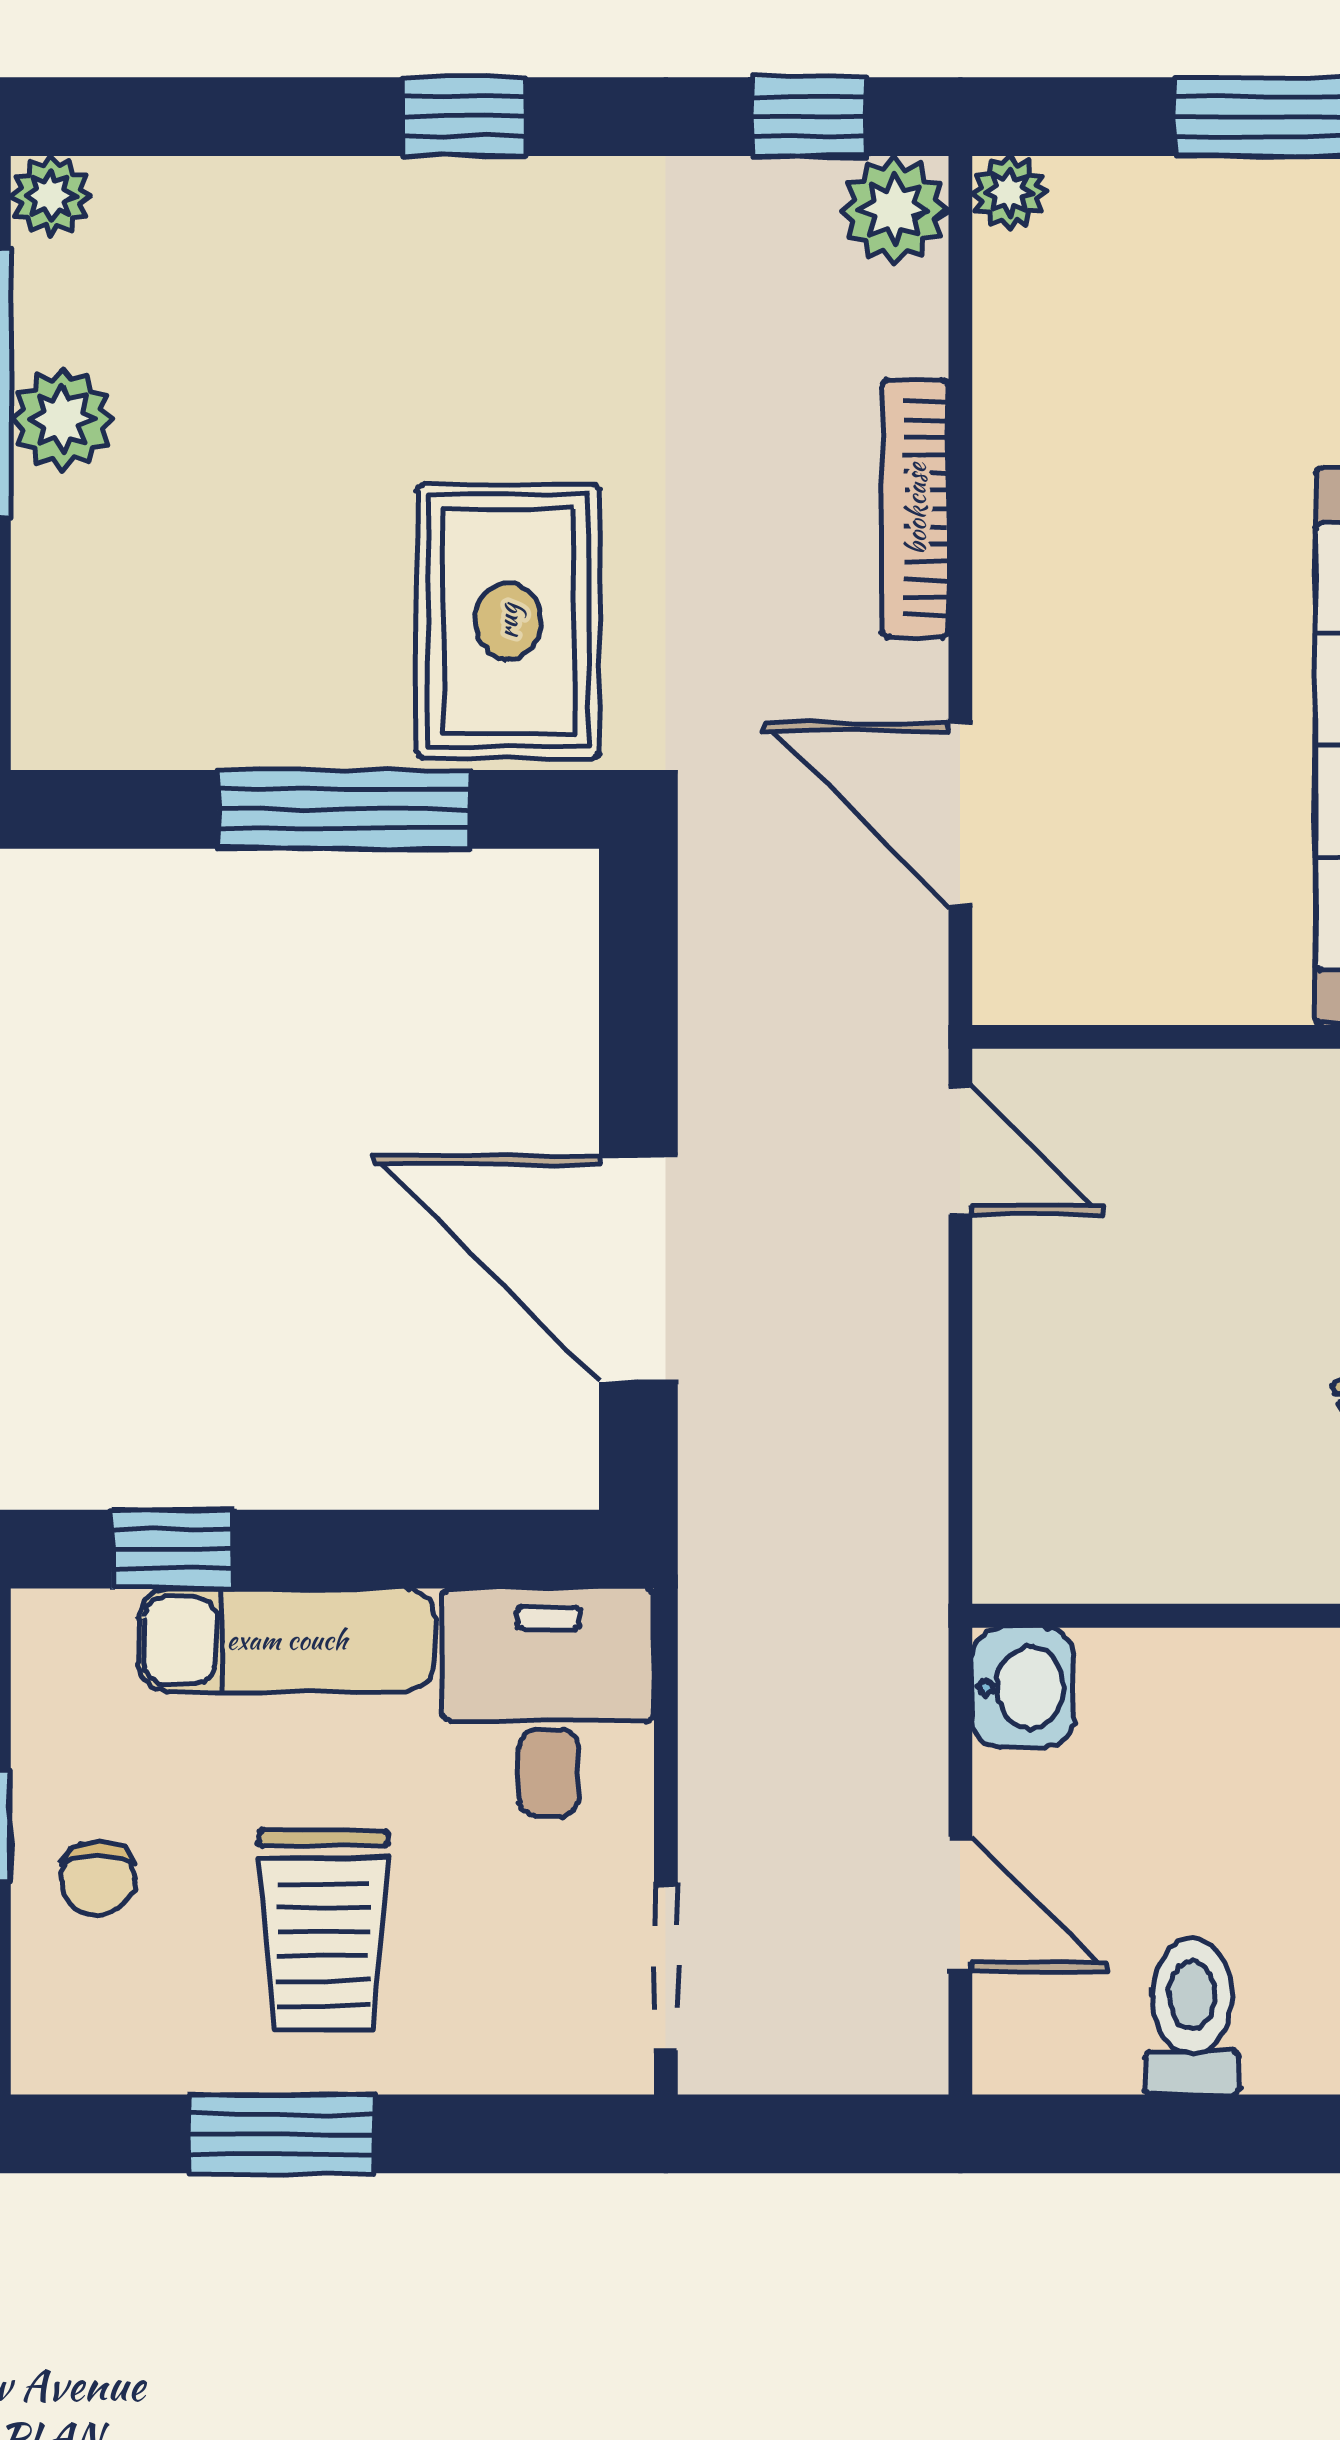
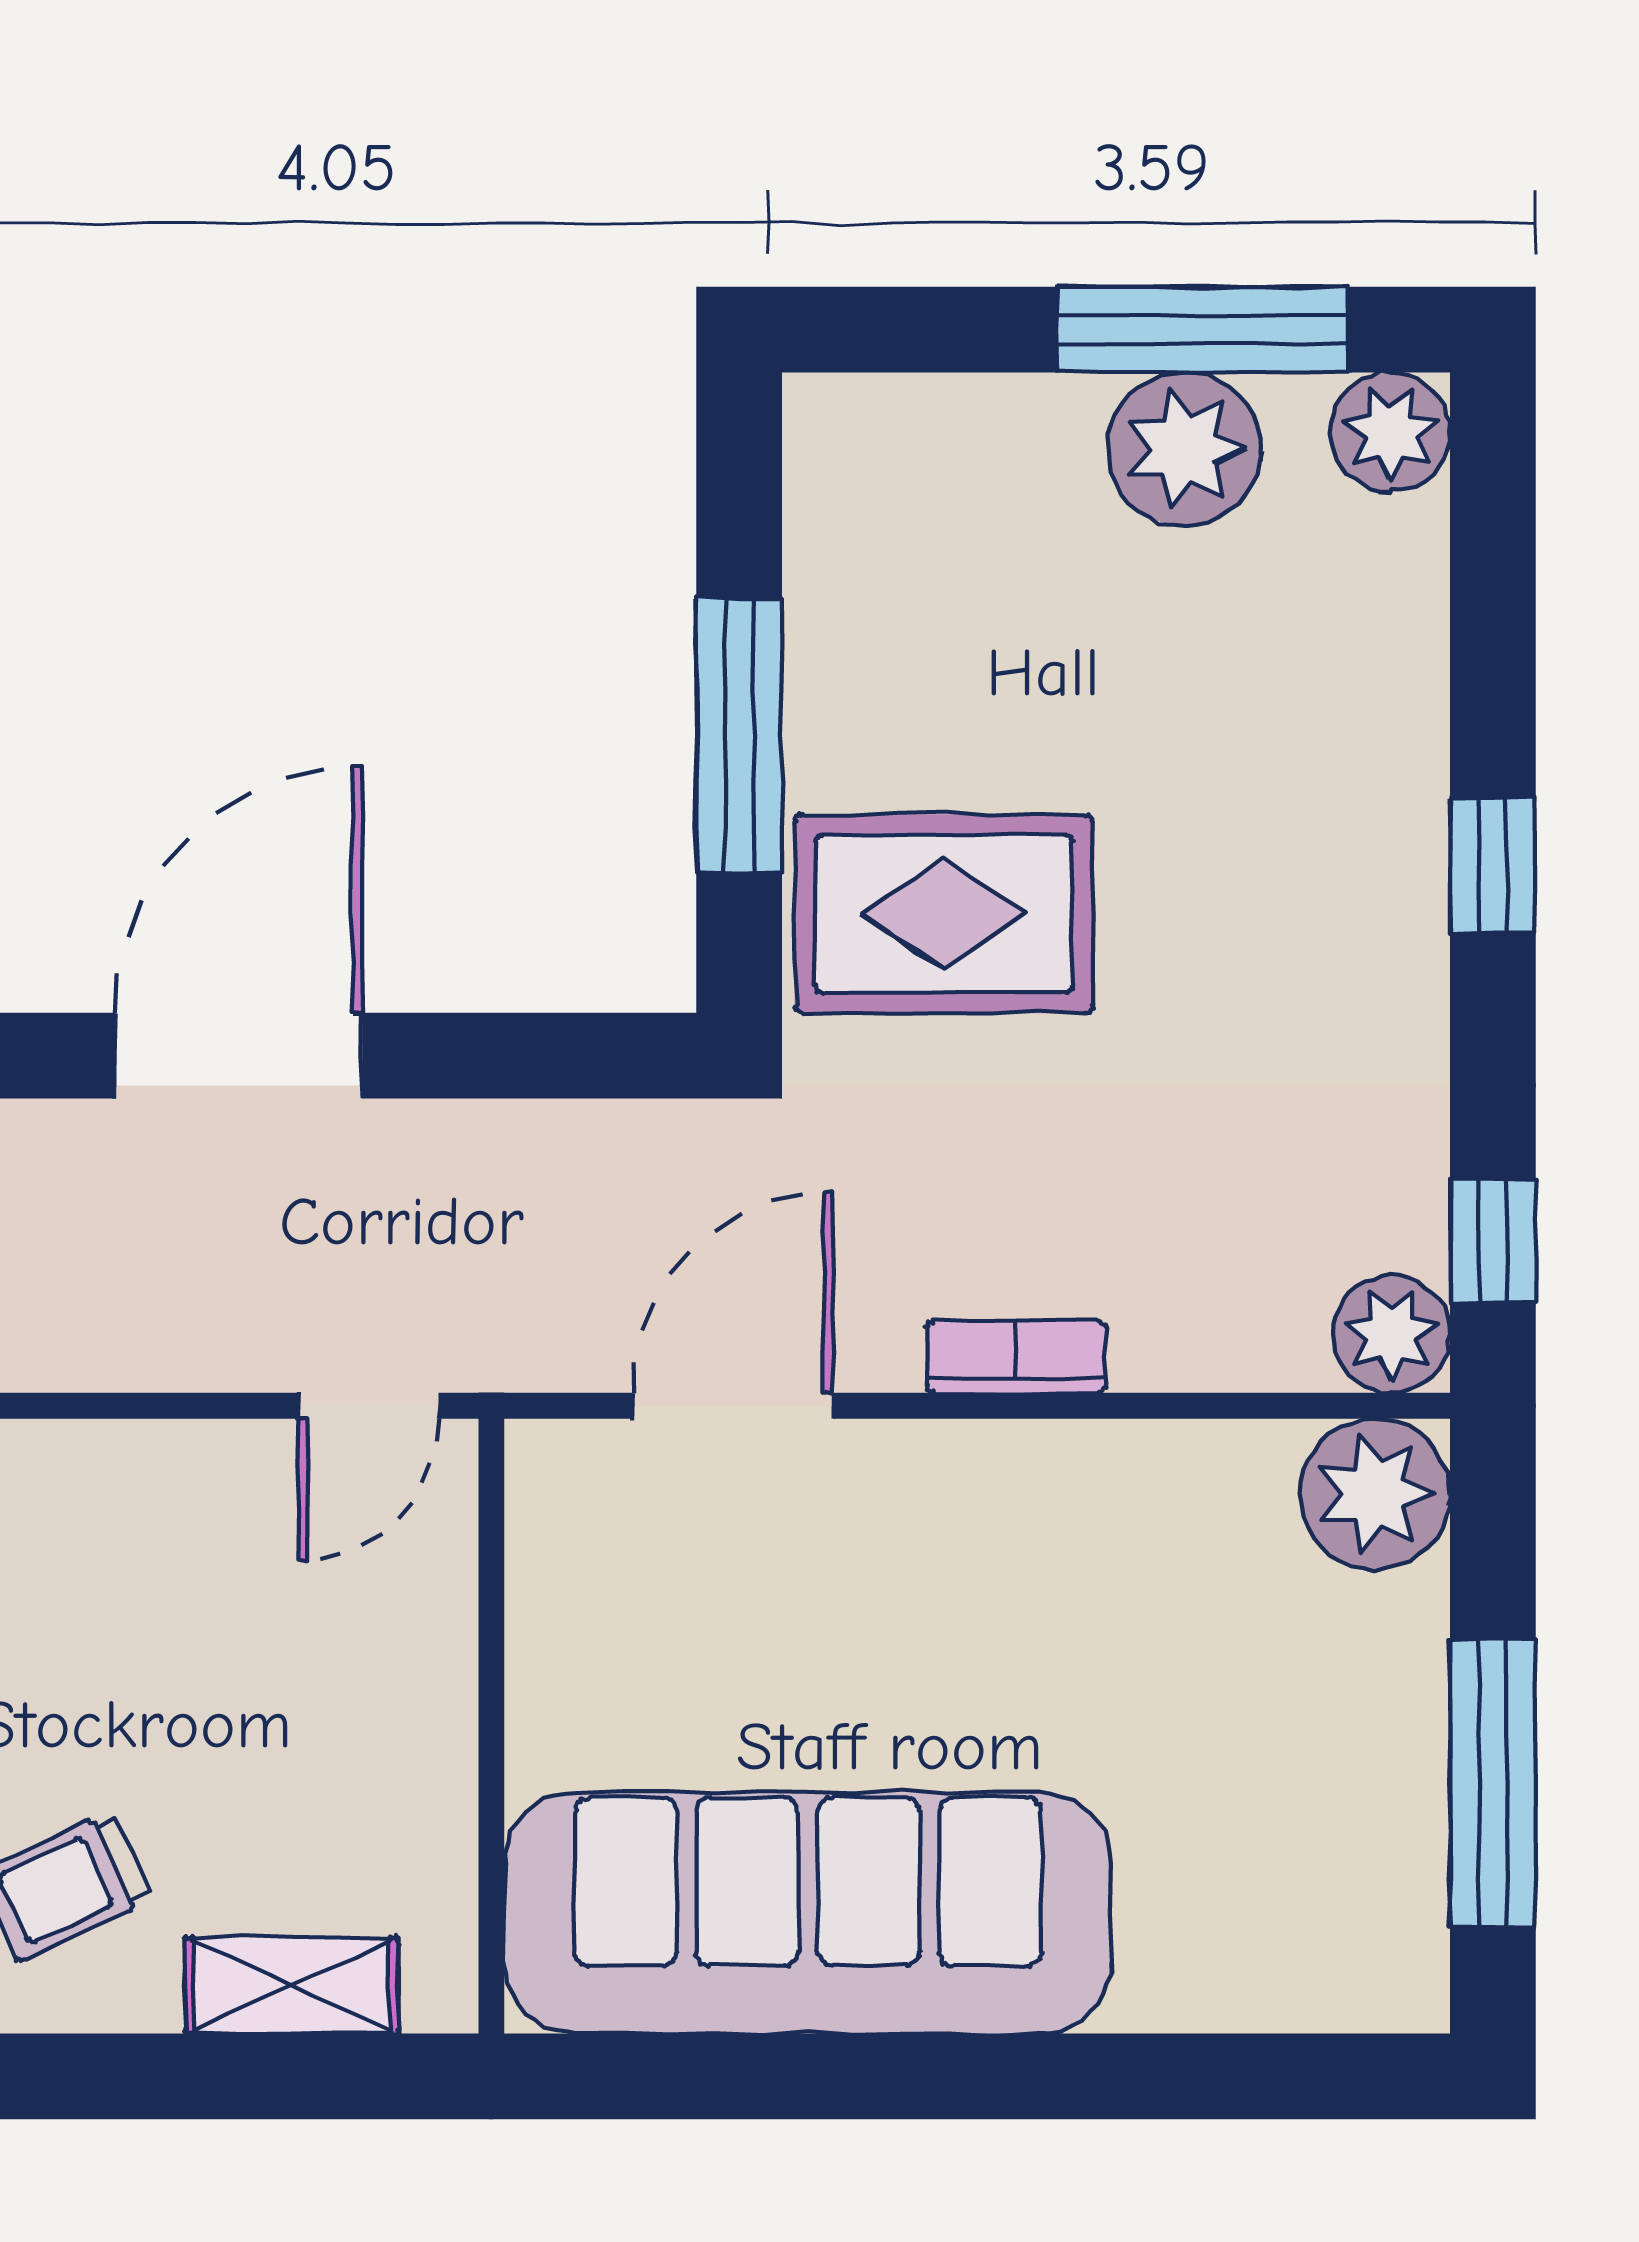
plant: (1009, 193) -> (1375, 1494), width x1.88, depth x1.88
plant: (51, 196) -> (1390, 432), width x1.38, depth x1.38
plant: (62, 419) -> (1184, 449), width x1.36, depth x1.36
bookcase: (916, 509) -> (1016, 1357), width x0.64

